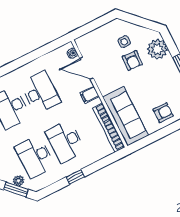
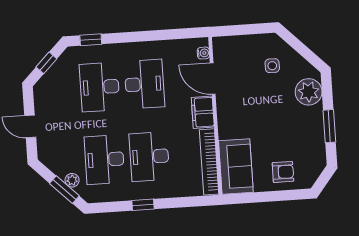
armchair: (132, 60) -> (272, 93), removed
filing cabinet: (90, 95) -> (203, 112), width x2.00
sofa: (125, 116) -> (236, 167), width x0.73

